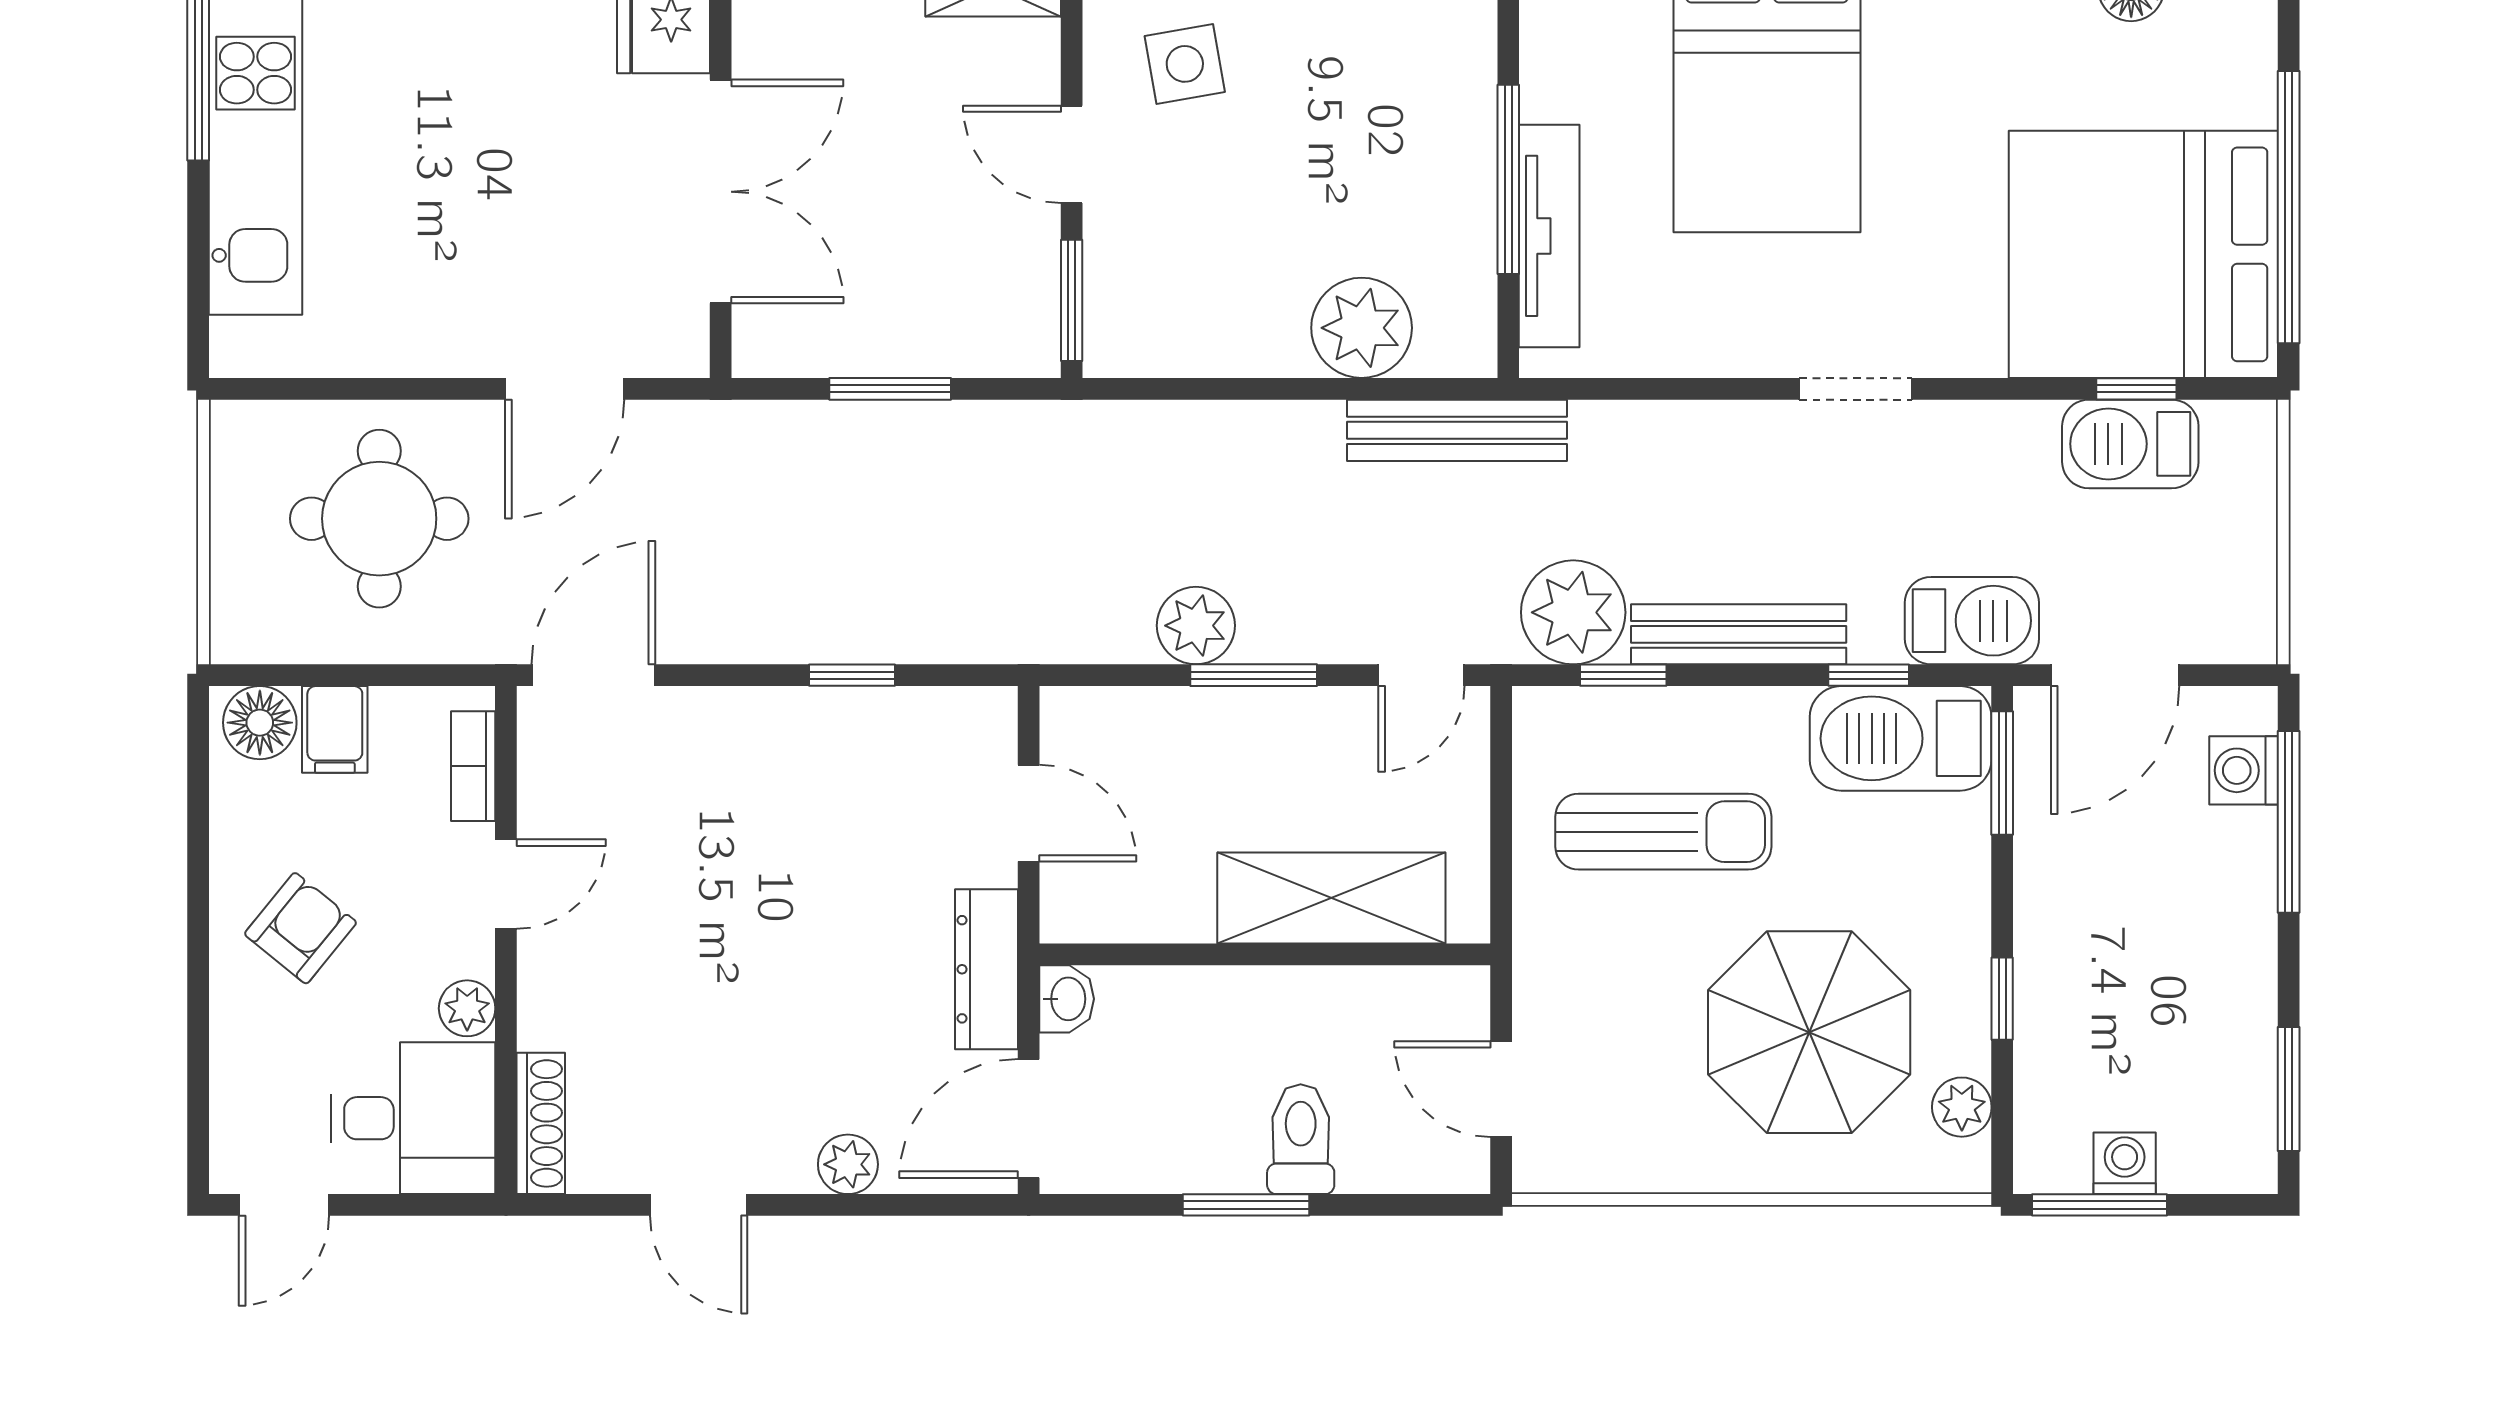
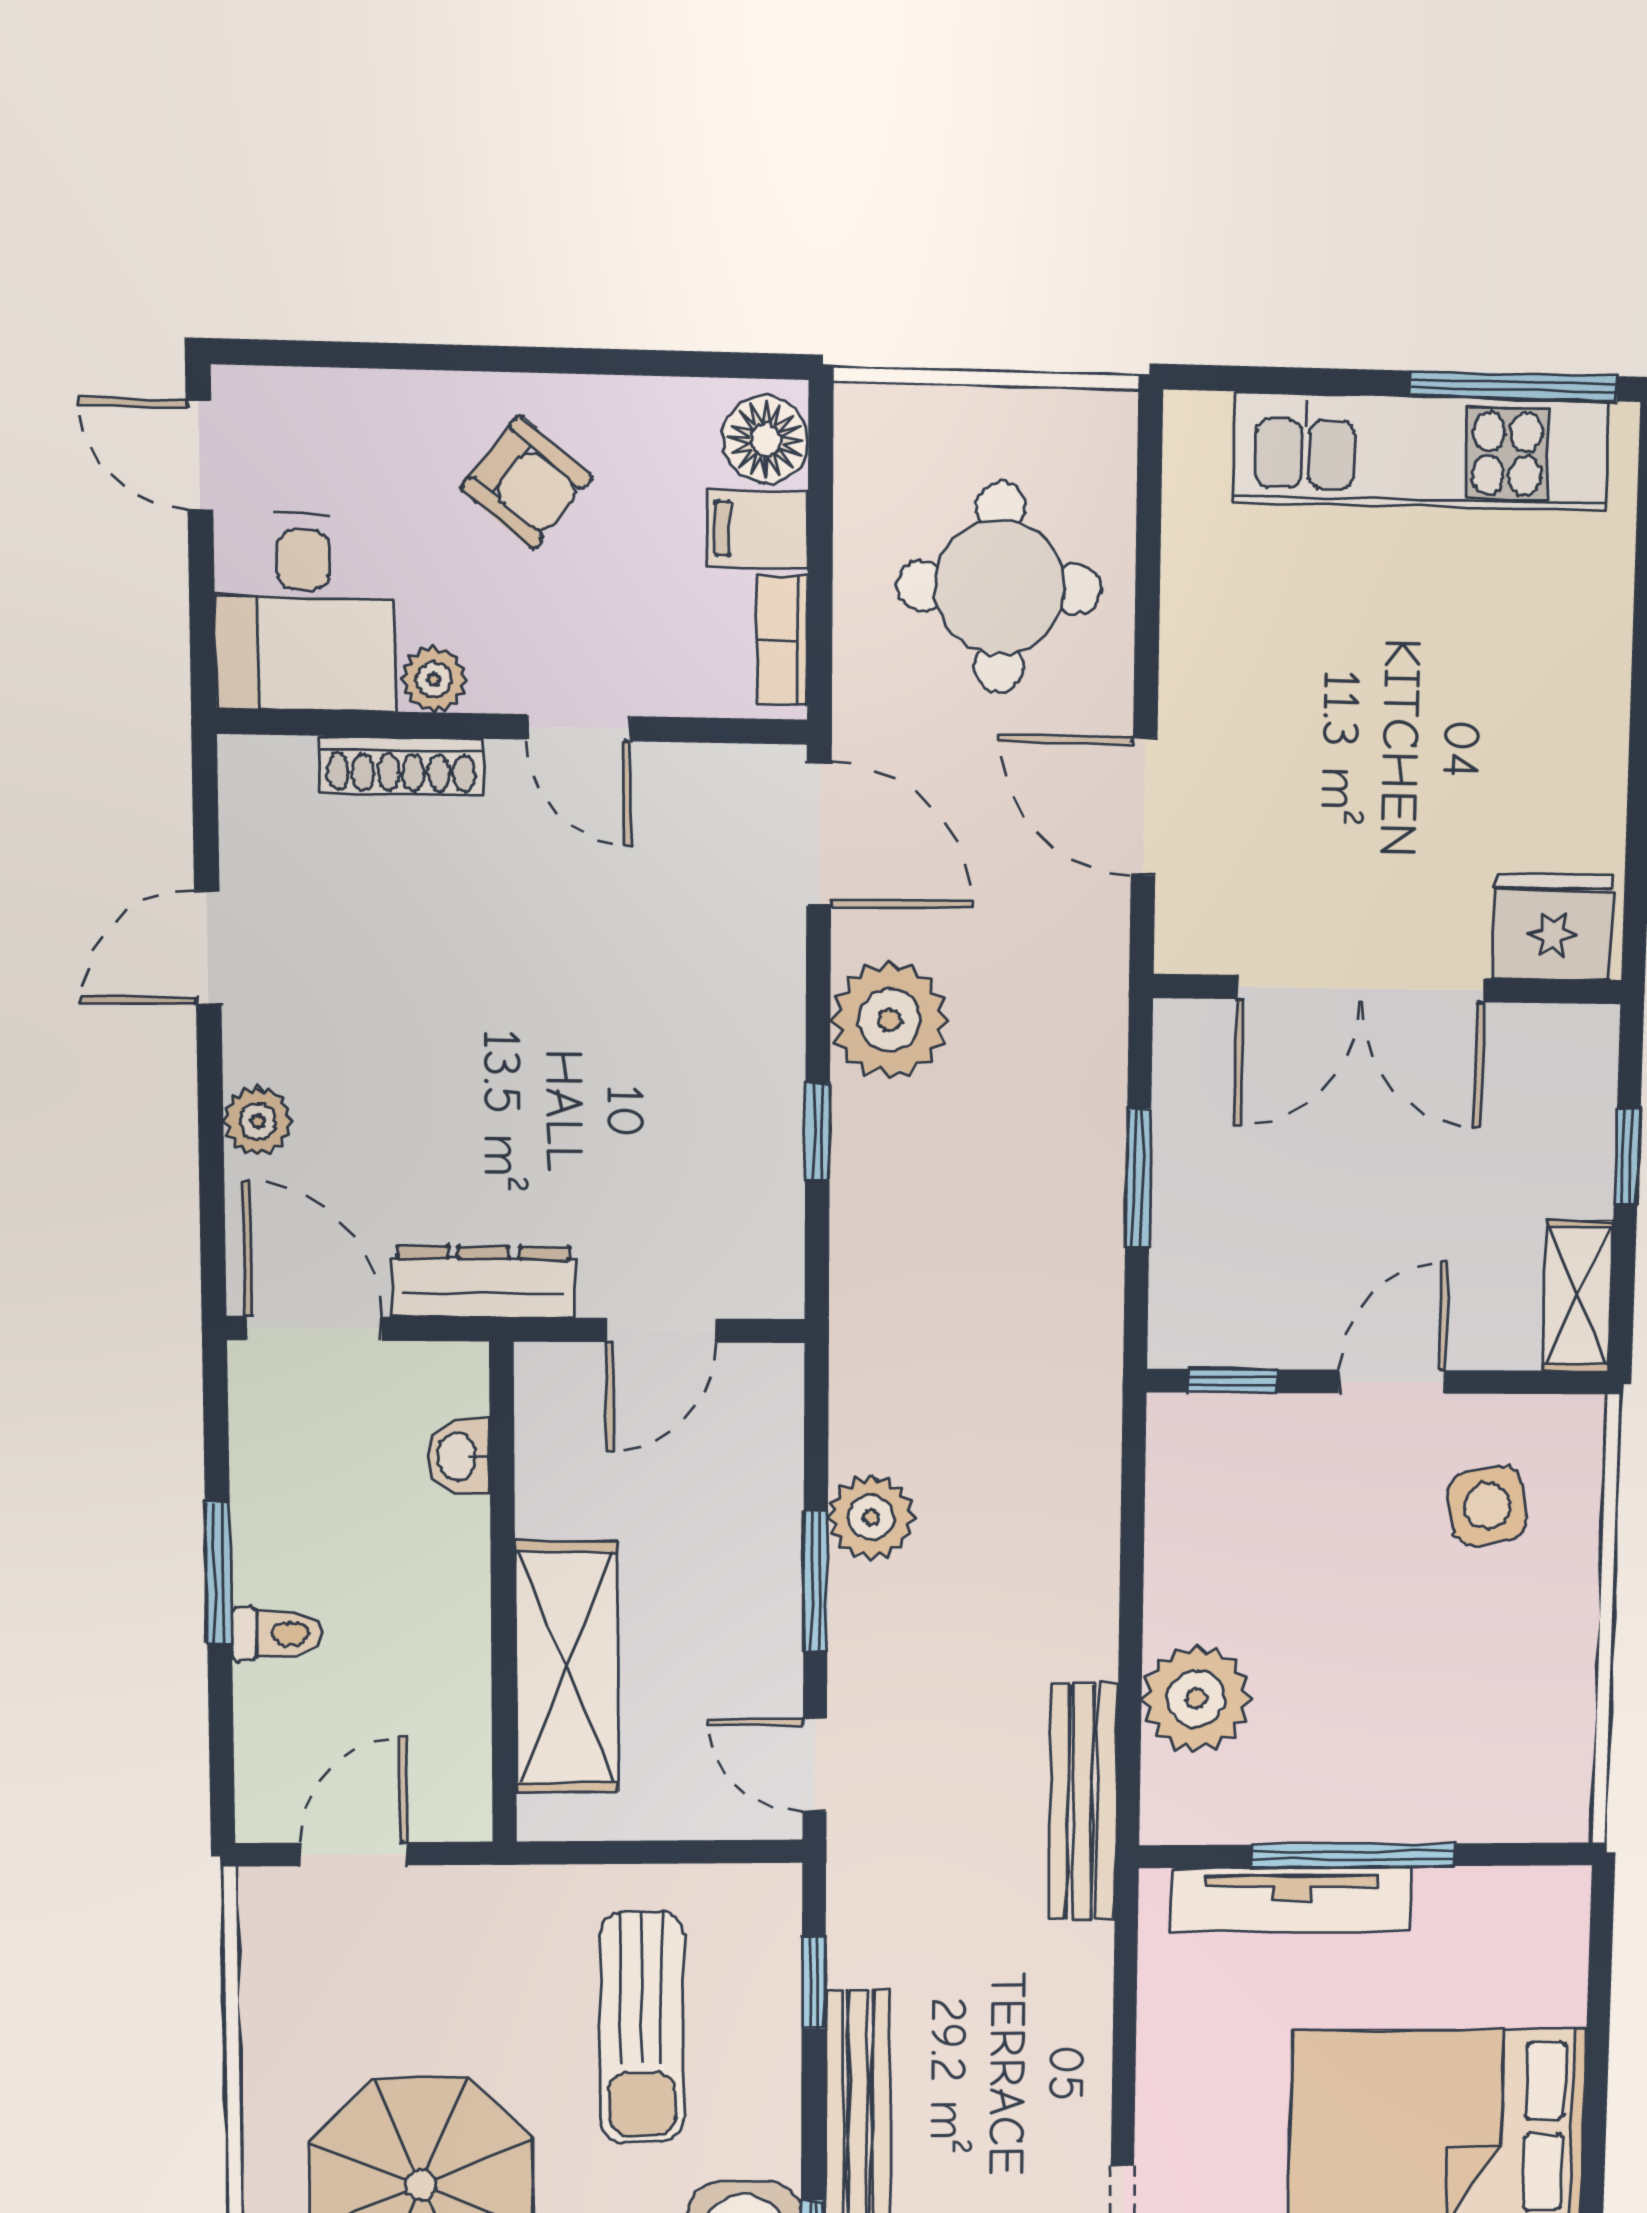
window: (1072, 300) -> (1232, 1381), width x0.67
plant: (1573, 612) -> (889, 1020), moved
bookcase: (473, 766) -> (782, 640), moved, turned -90
washbasin: (1067, 999) -> (459, 1457), moved, turned 90
shoe rack: (541, 1123) -> (401, 766), moved
toilet: (1301, 1139) -> (277, 1634), width x0.73, depth x0.72

